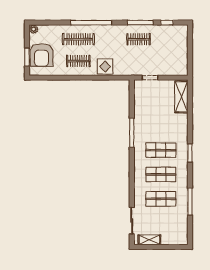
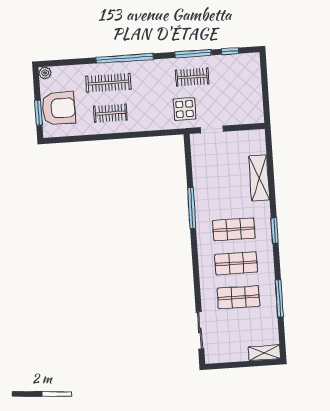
armchair: (42, 55) -> (59, 108), turned -90
display table: (105, 66) -> (185, 109), moved
shelving: (181, 97) -> (259, 178), moved
shelving: (149, 240) -> (264, 353), moved

